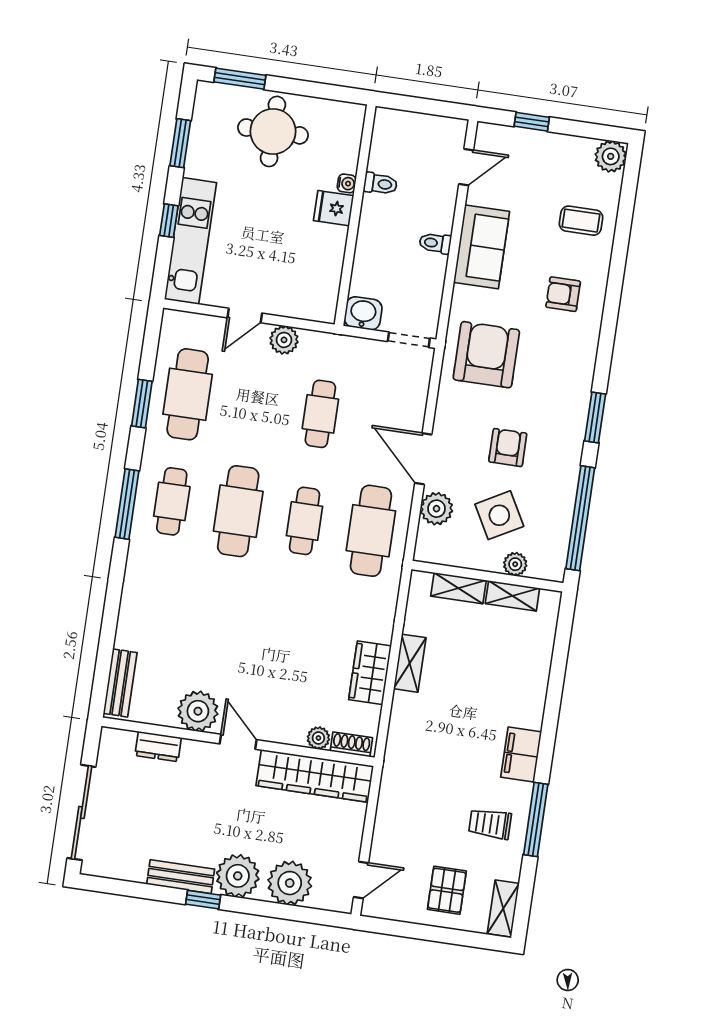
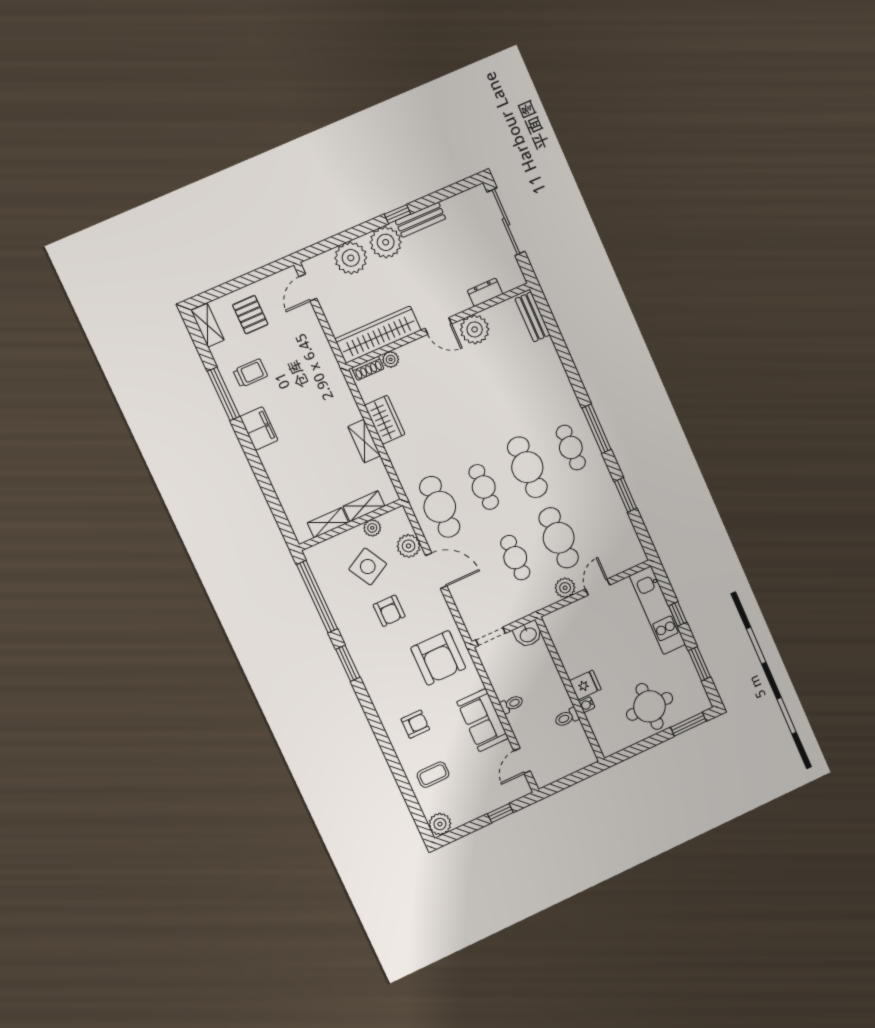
cafe table: (188, 394) -> (559, 538), moved
plant: (515, 564) -> (372, 528), moved

